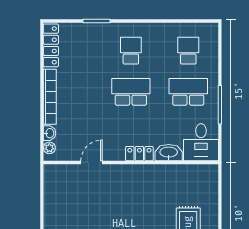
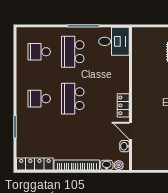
washbasin: (169, 153) -> (125, 146), moved, width x0.52, depth x0.69
locker: (139, 154) -> (123, 105), moved

